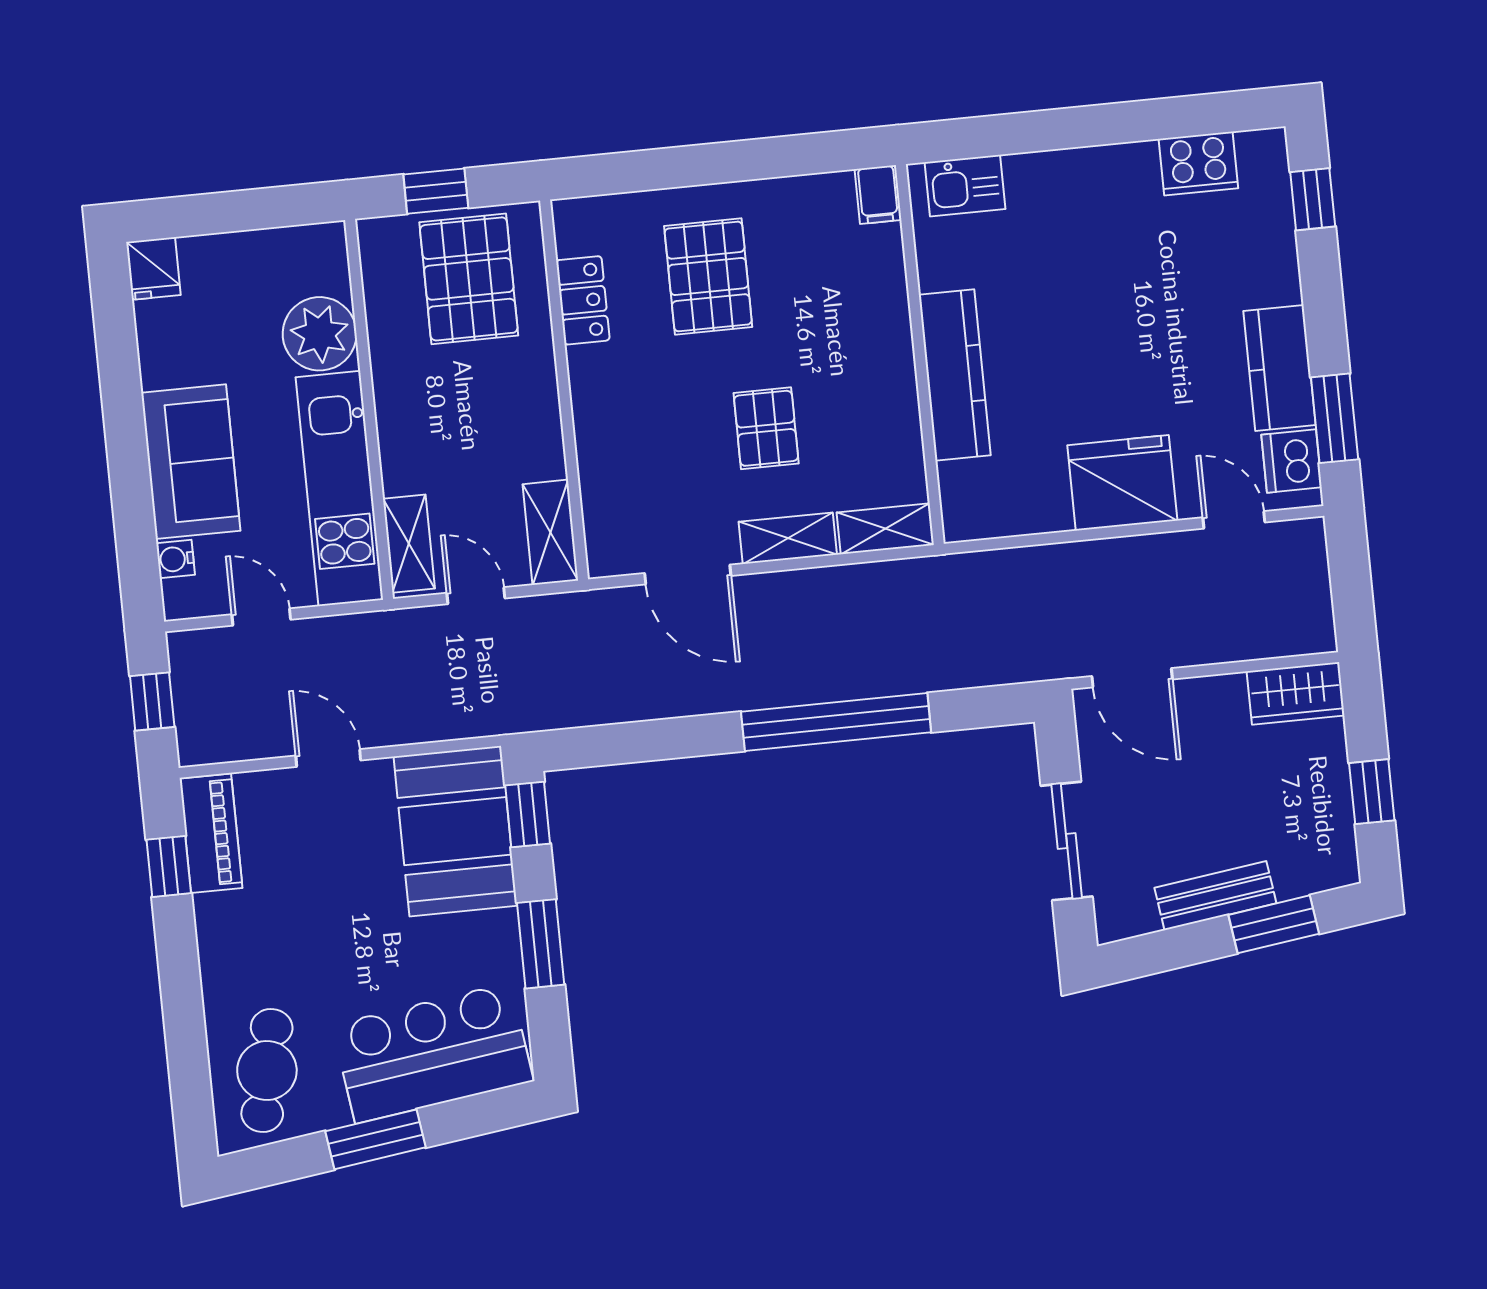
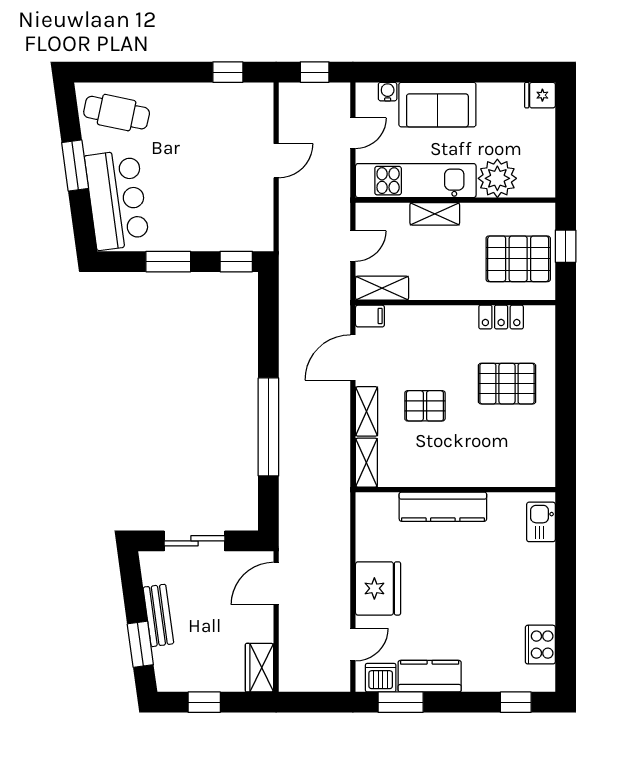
filing cabinet: (878, 195) -> (370, 316), moved, turned 180
shelving: (409, 544) -> (435, 214), moved
booth: (455, 831) -> (231, 223), removed
piano: (211, 833) -> (243, 96), removed

